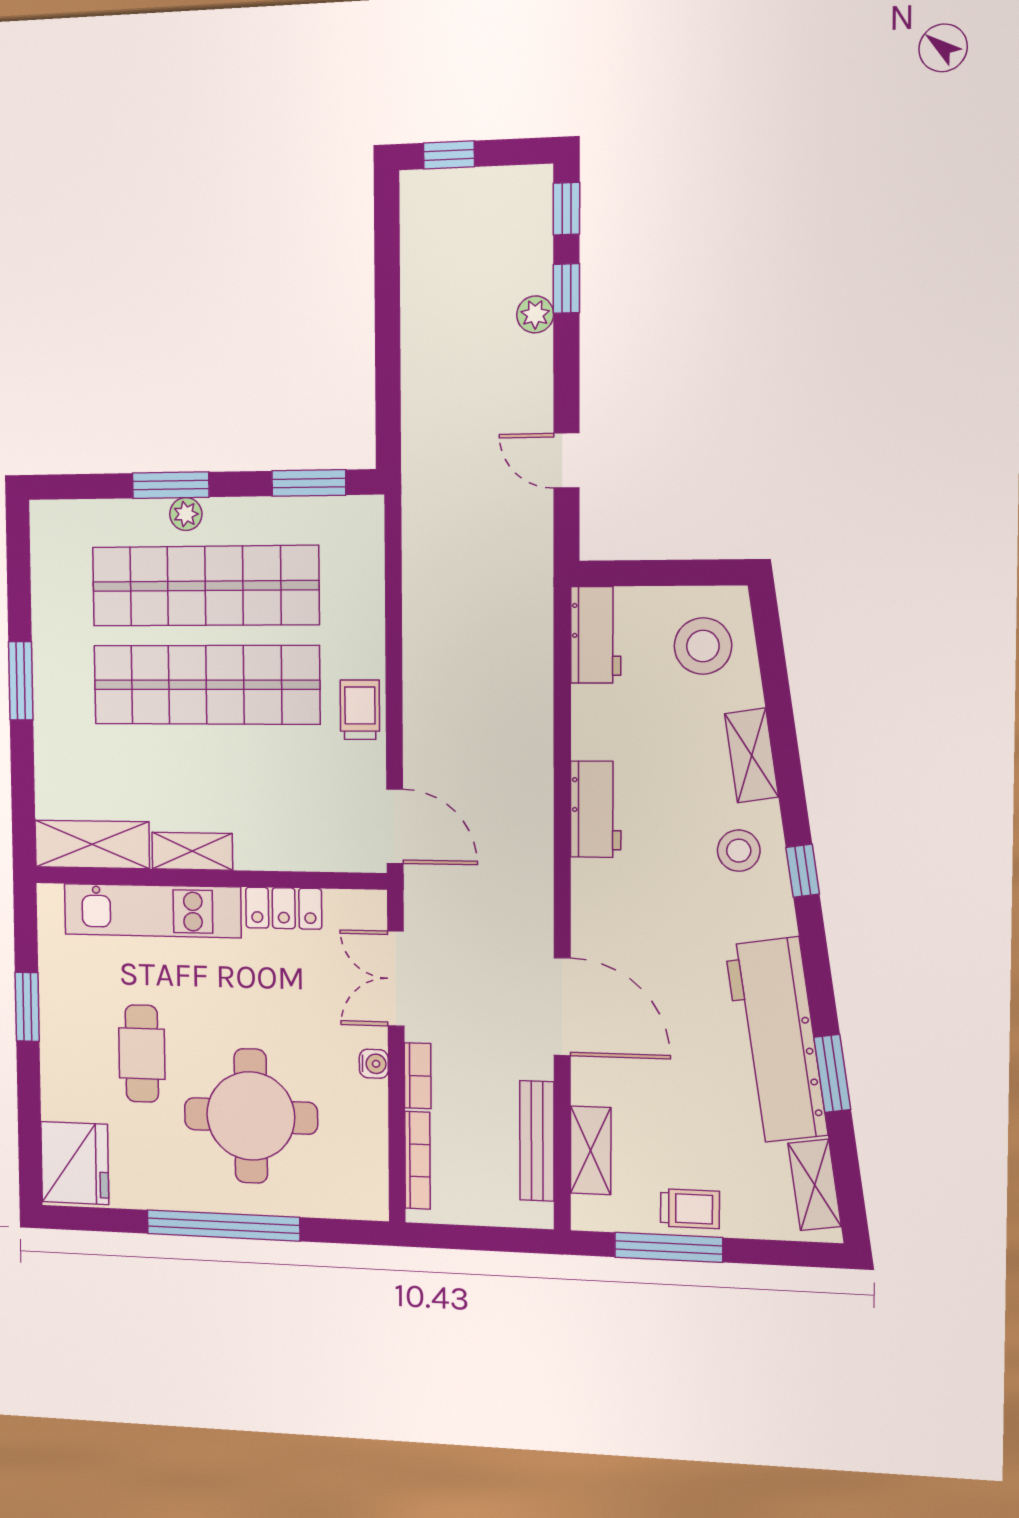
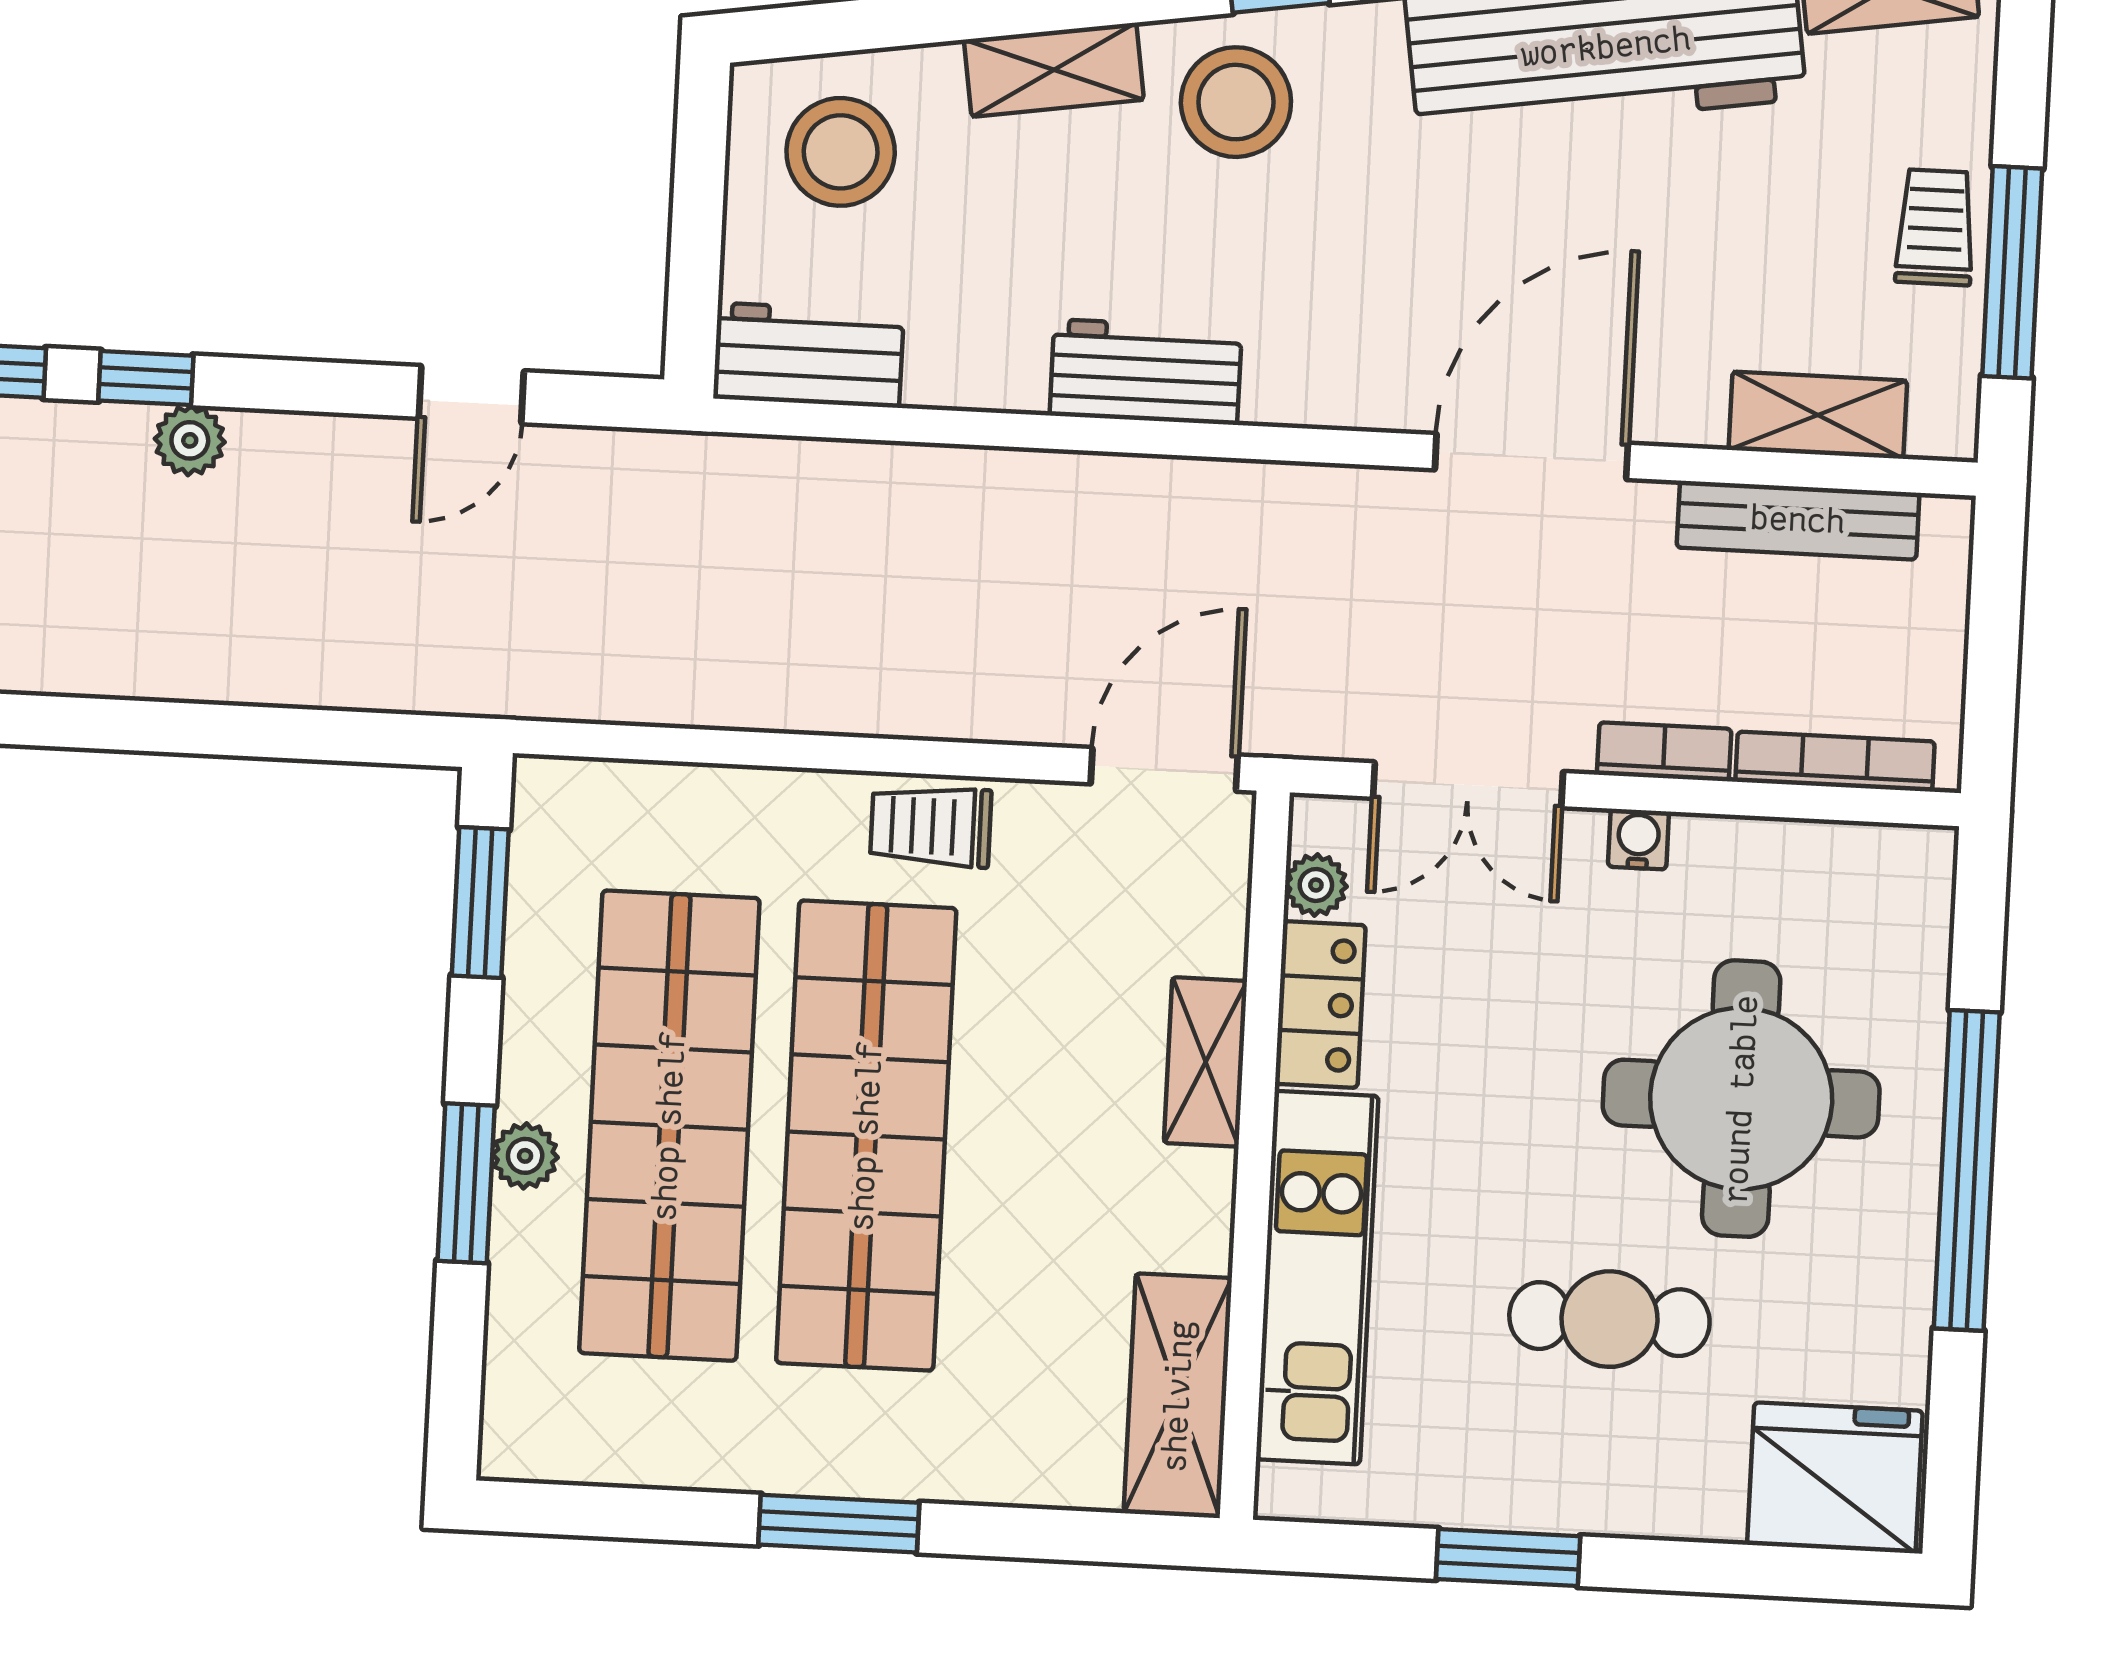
shelving: (192, 851) -> (1205, 1062), moved
stool: (739, 851) -> (1236, 102), width x1.38, depth x1.38
plant: (342, 904) -> (1316, 885), added

